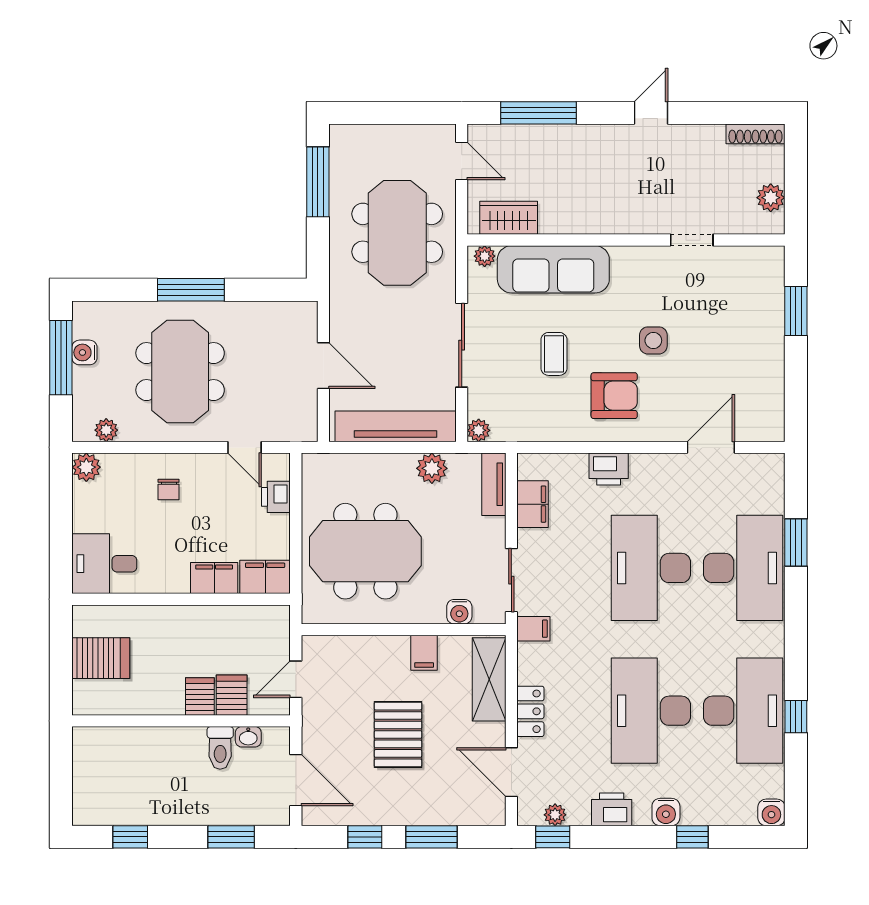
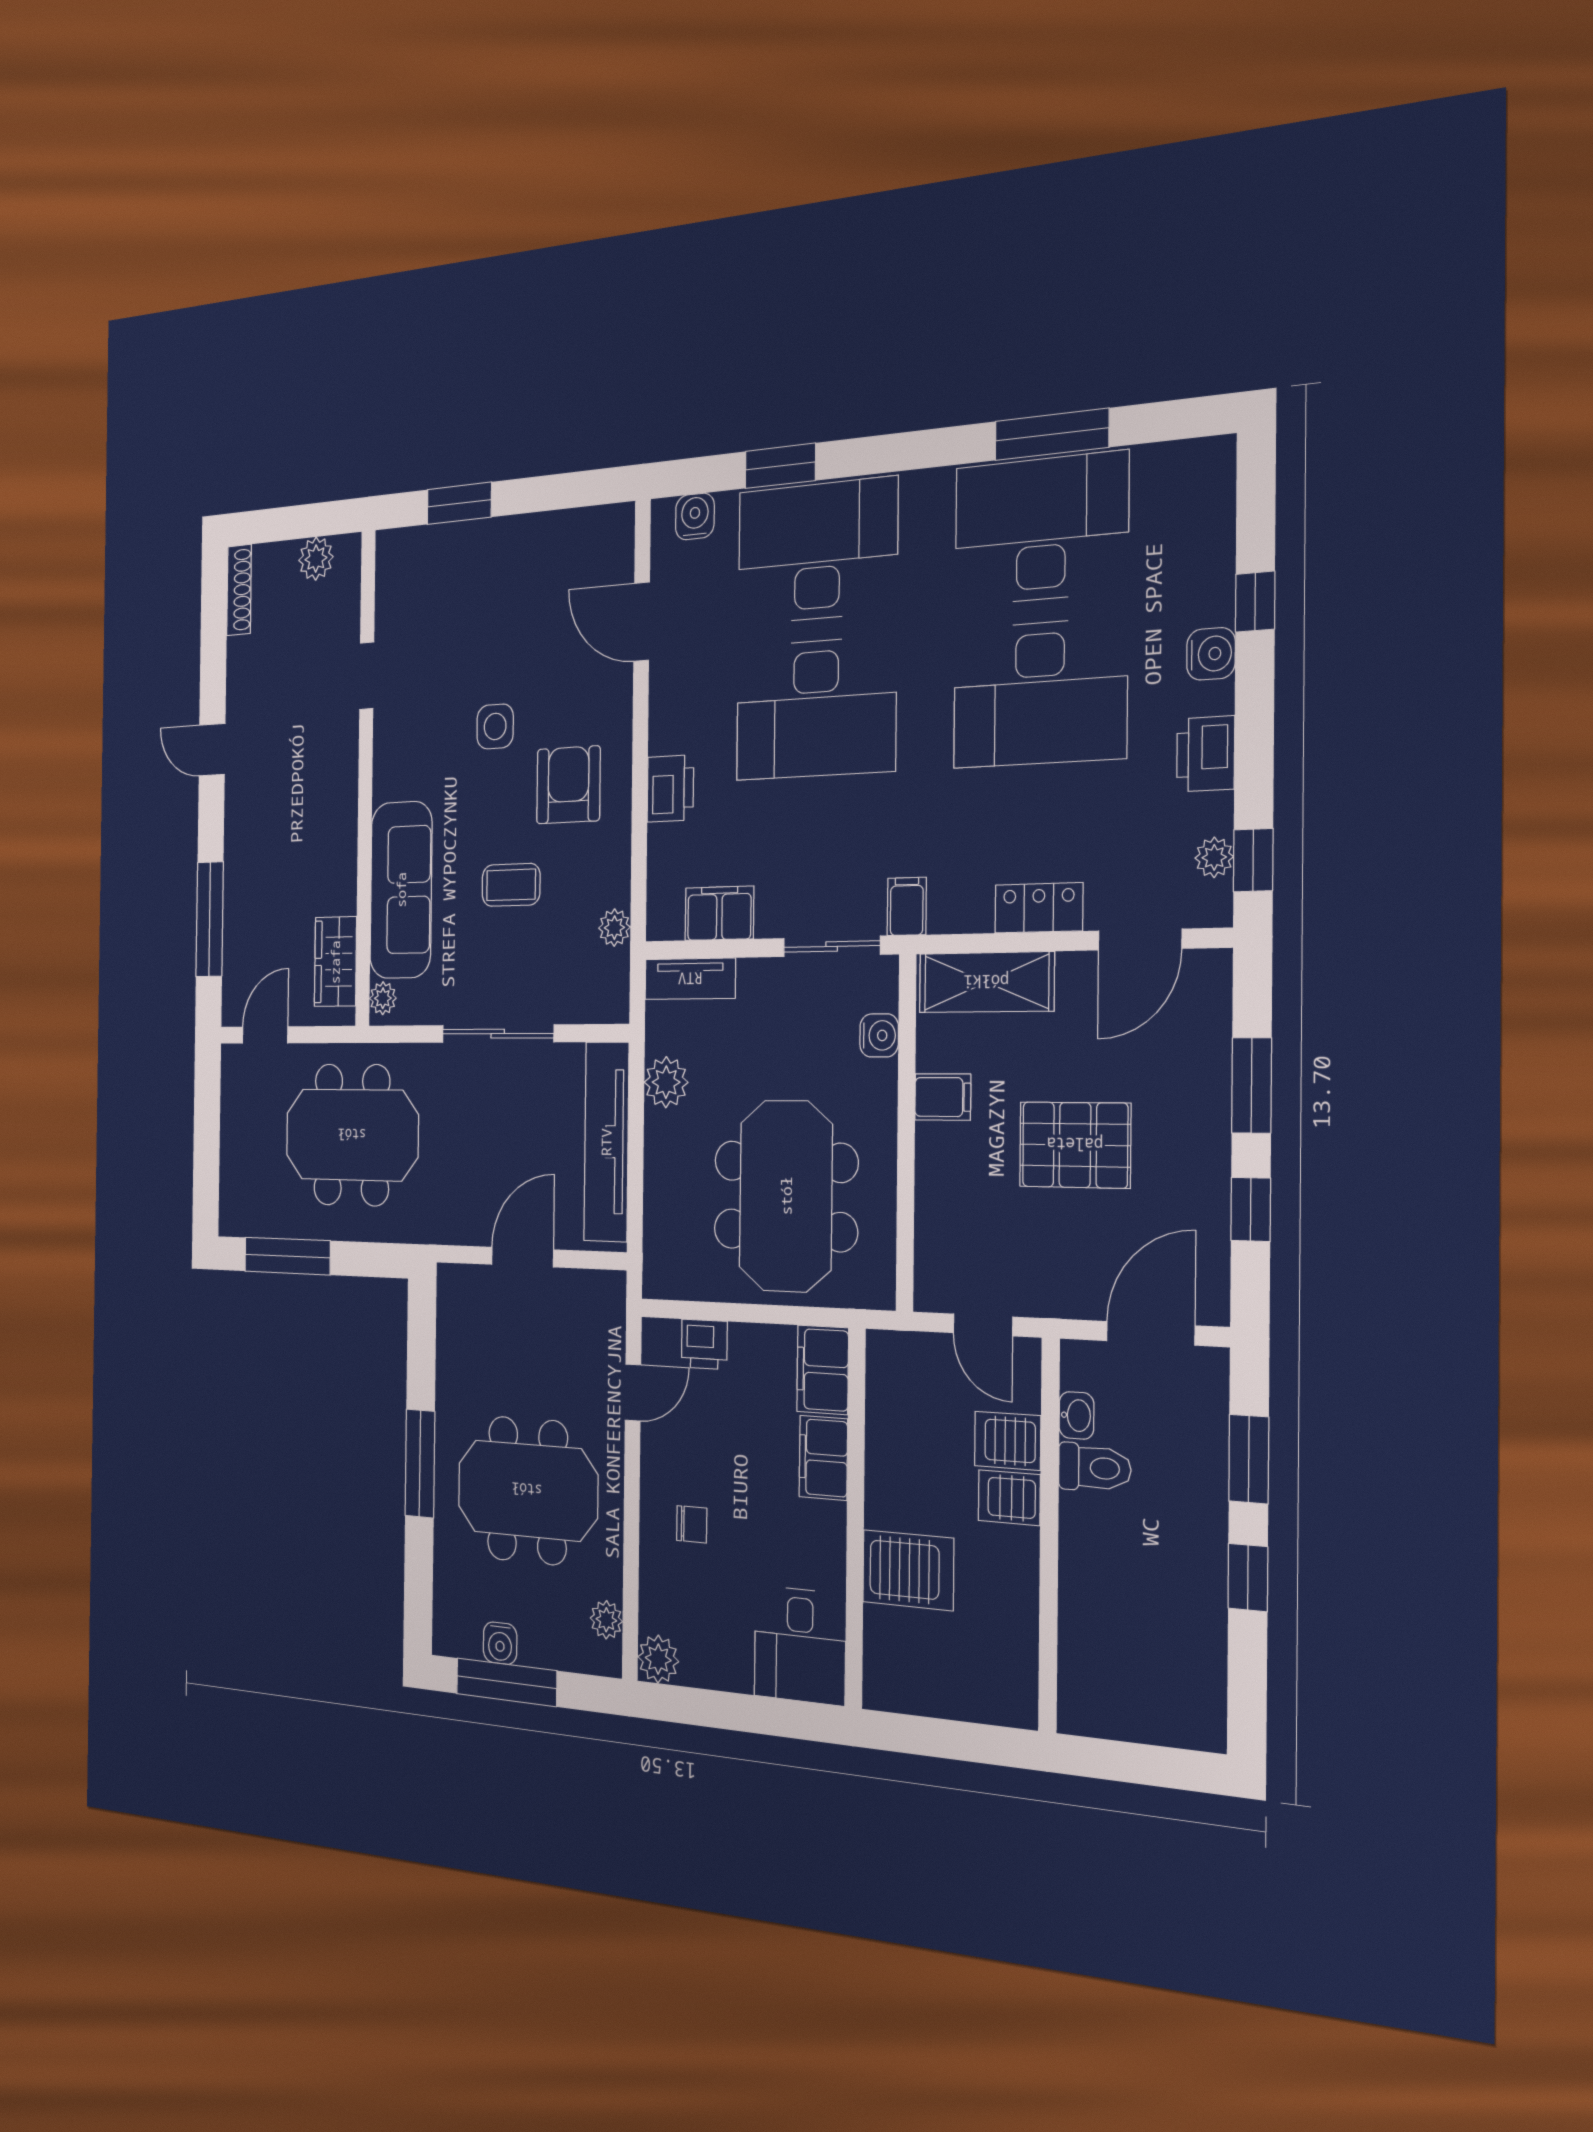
plant: (479, 430) -> (614, 928), moved
server rack: (101, 658) -> (908, 1570), moved, turned 90
window: (796, 717) -> (1052, 434), width x2.17
water cooler: (771, 812) -> (695, 516), moved, turned -90
window: (130, 837) -> (1248, 1577), moved

